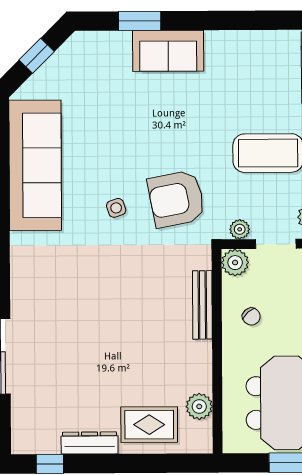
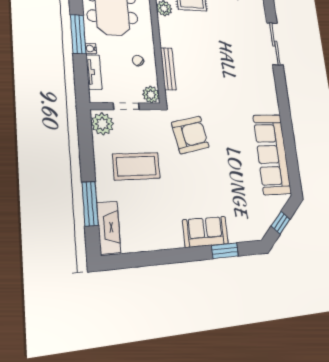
side table: (116, 208) -> (225, 129), removed
plant: (240, 229) -> (150, 116), removed

